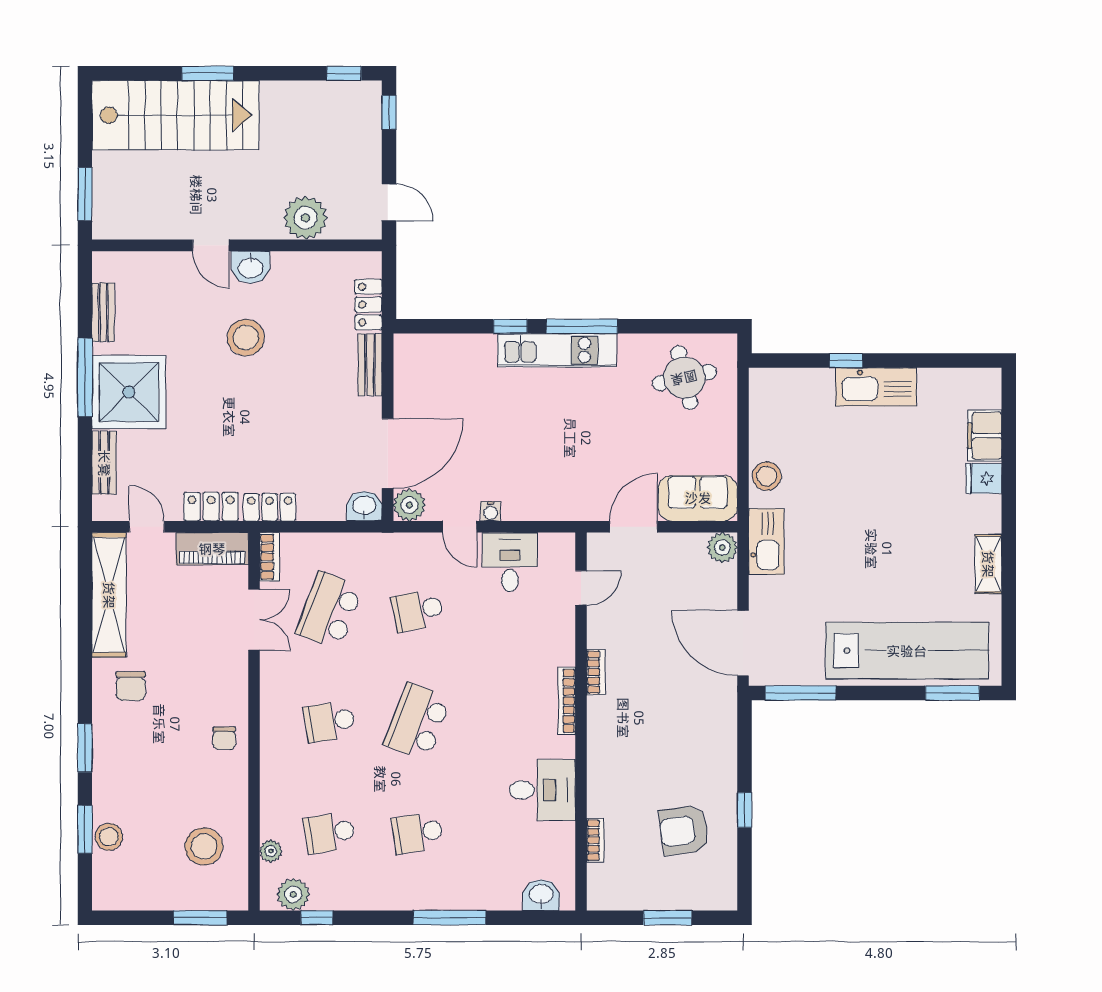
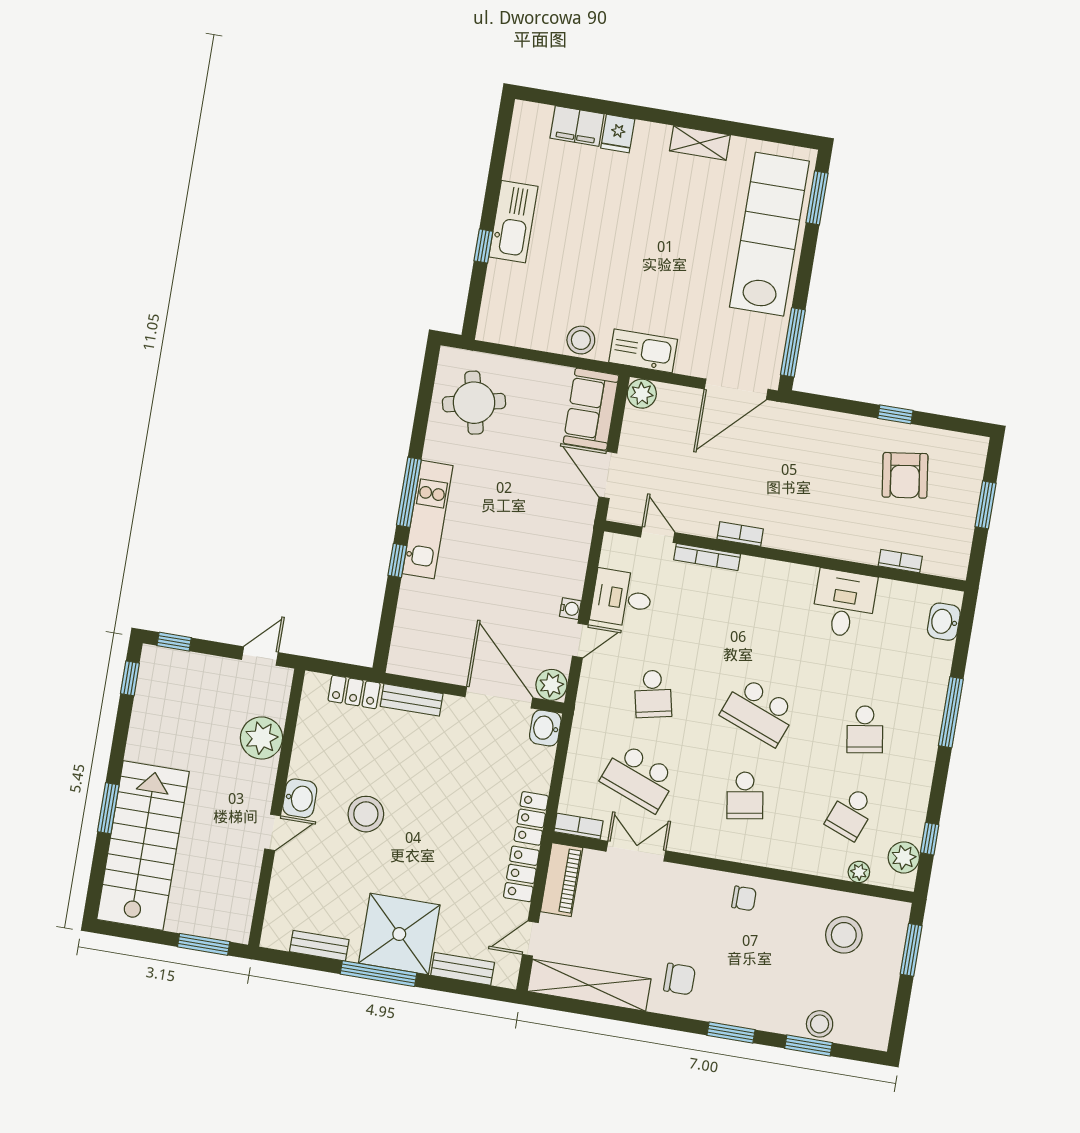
bookcase: (567, 701) -> (707, 557), moved
school desk: (329, 833) -> (851, 813), turned 30

